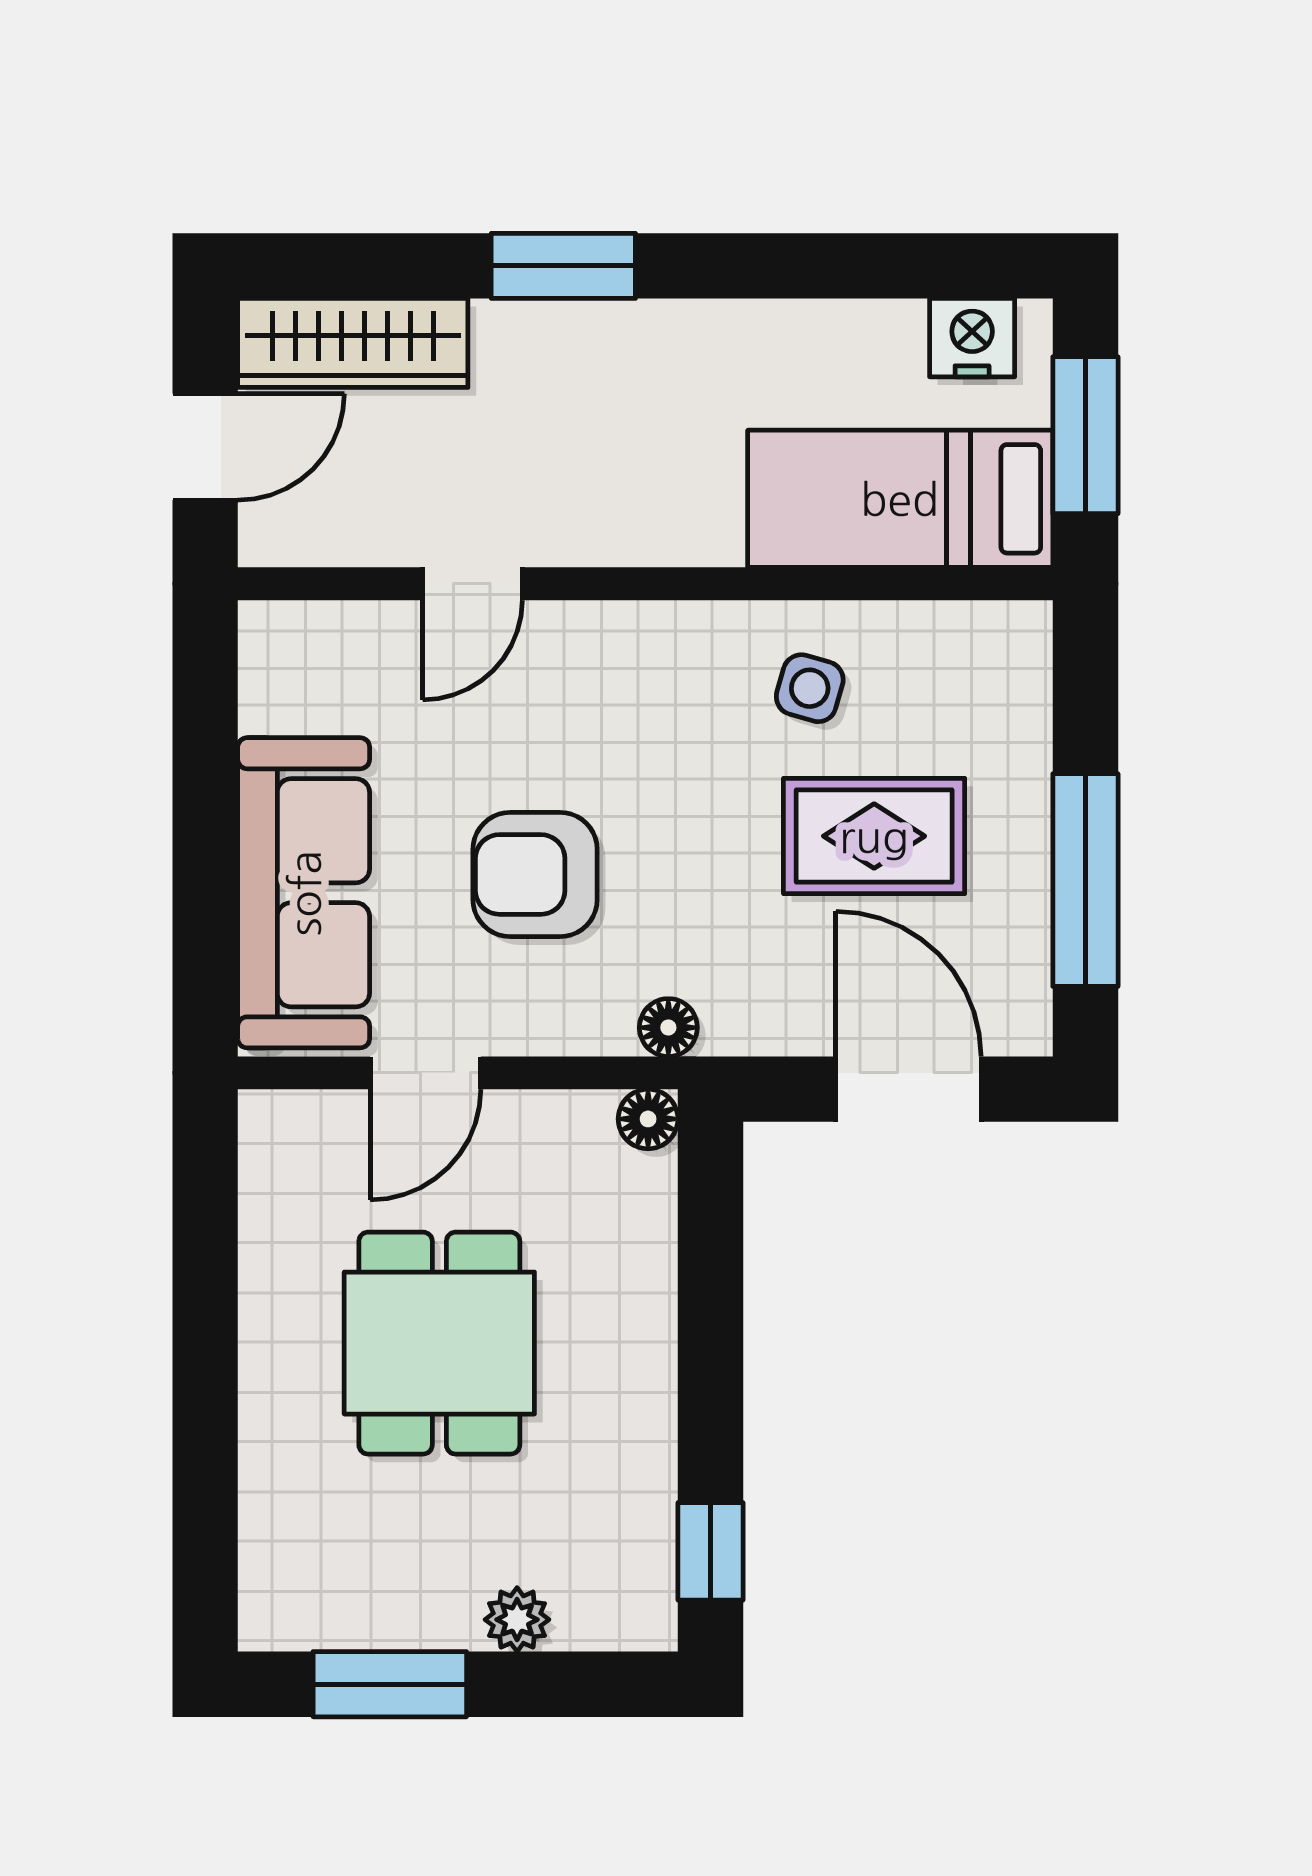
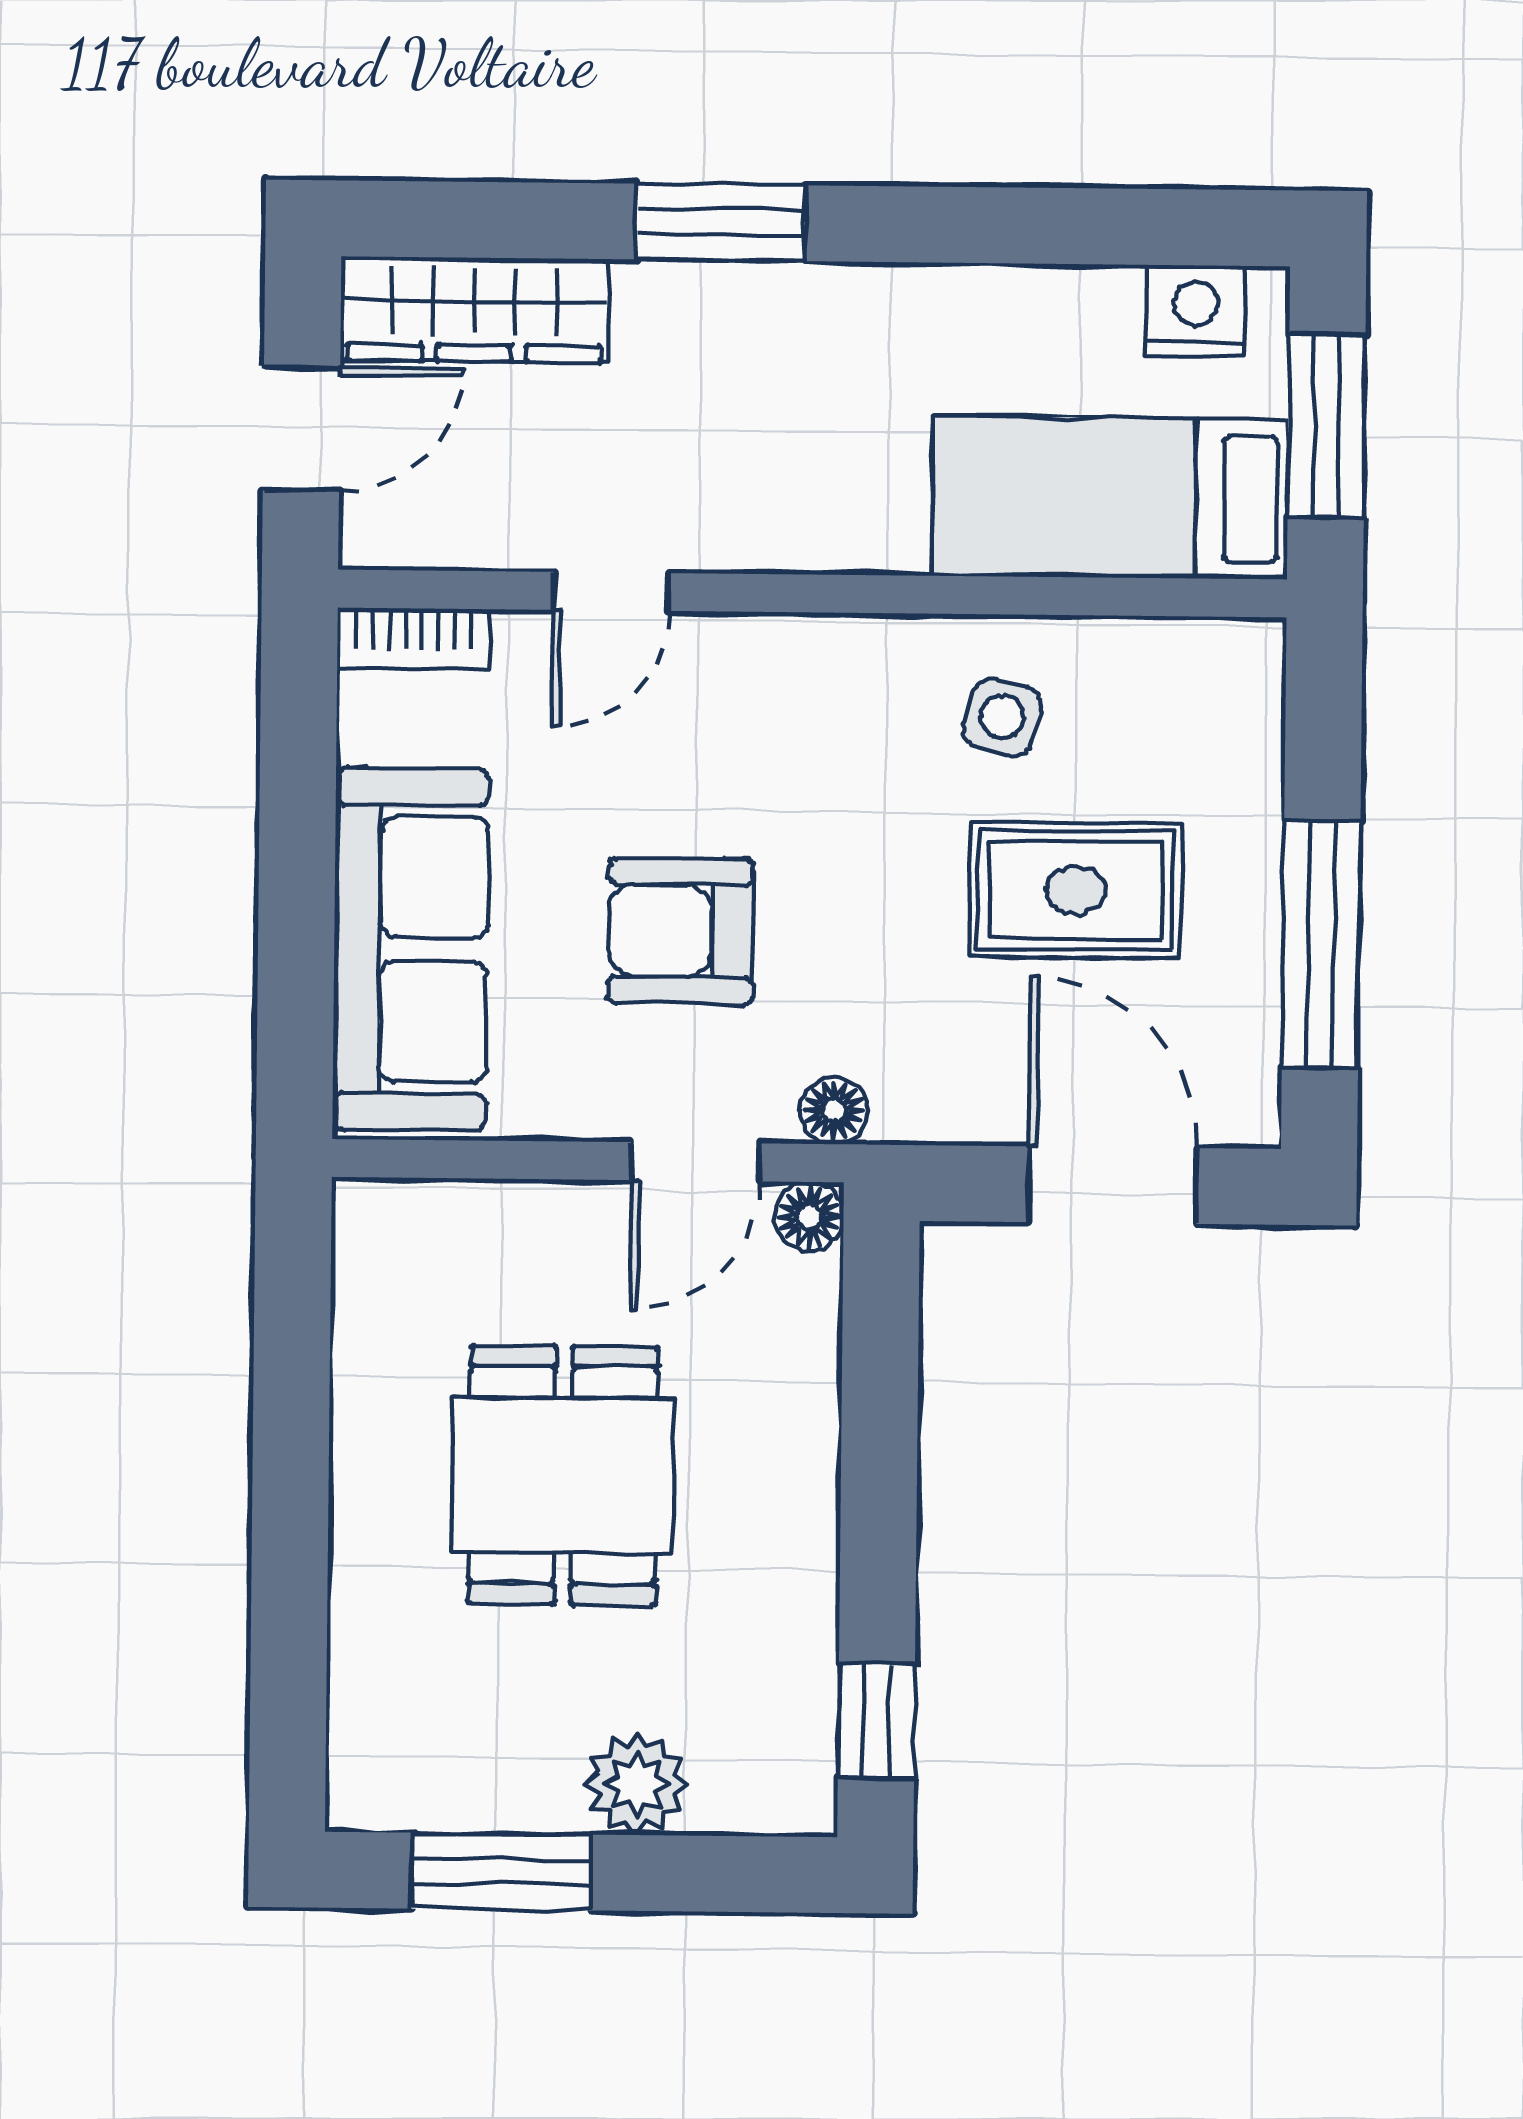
bookcase: (303, 626) -> (414, 639), added
door: (425, 1073) -> (695, 1162), moved
plant: (517, 1620) -> (636, 1784), width x1.38, depth x1.38

